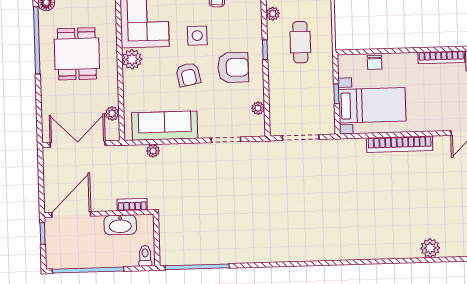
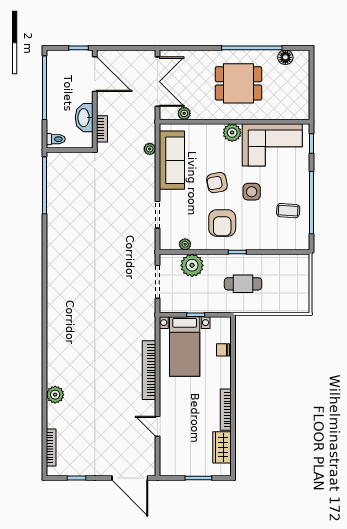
plant: (273, 14) -> (192, 265), moved, width x1.88, depth x1.88

